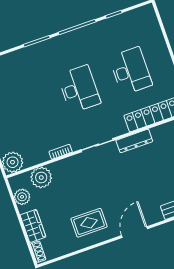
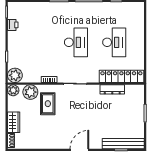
dresser: (134, 141) -> (112, 89), moved
plant: (22, 197) -> (13, 90), moved
rug: (89, 223) -> (48, 104), moved, turned 90

